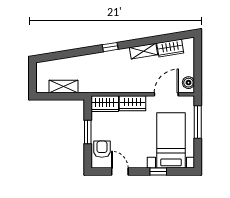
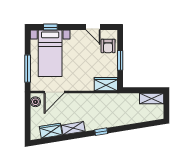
shelving: (63, 87) -> (152, 98), moved
wardrobe: (133, 103) -> (82, 84), removed
window: (158, 172) -> (50, 27), moved

